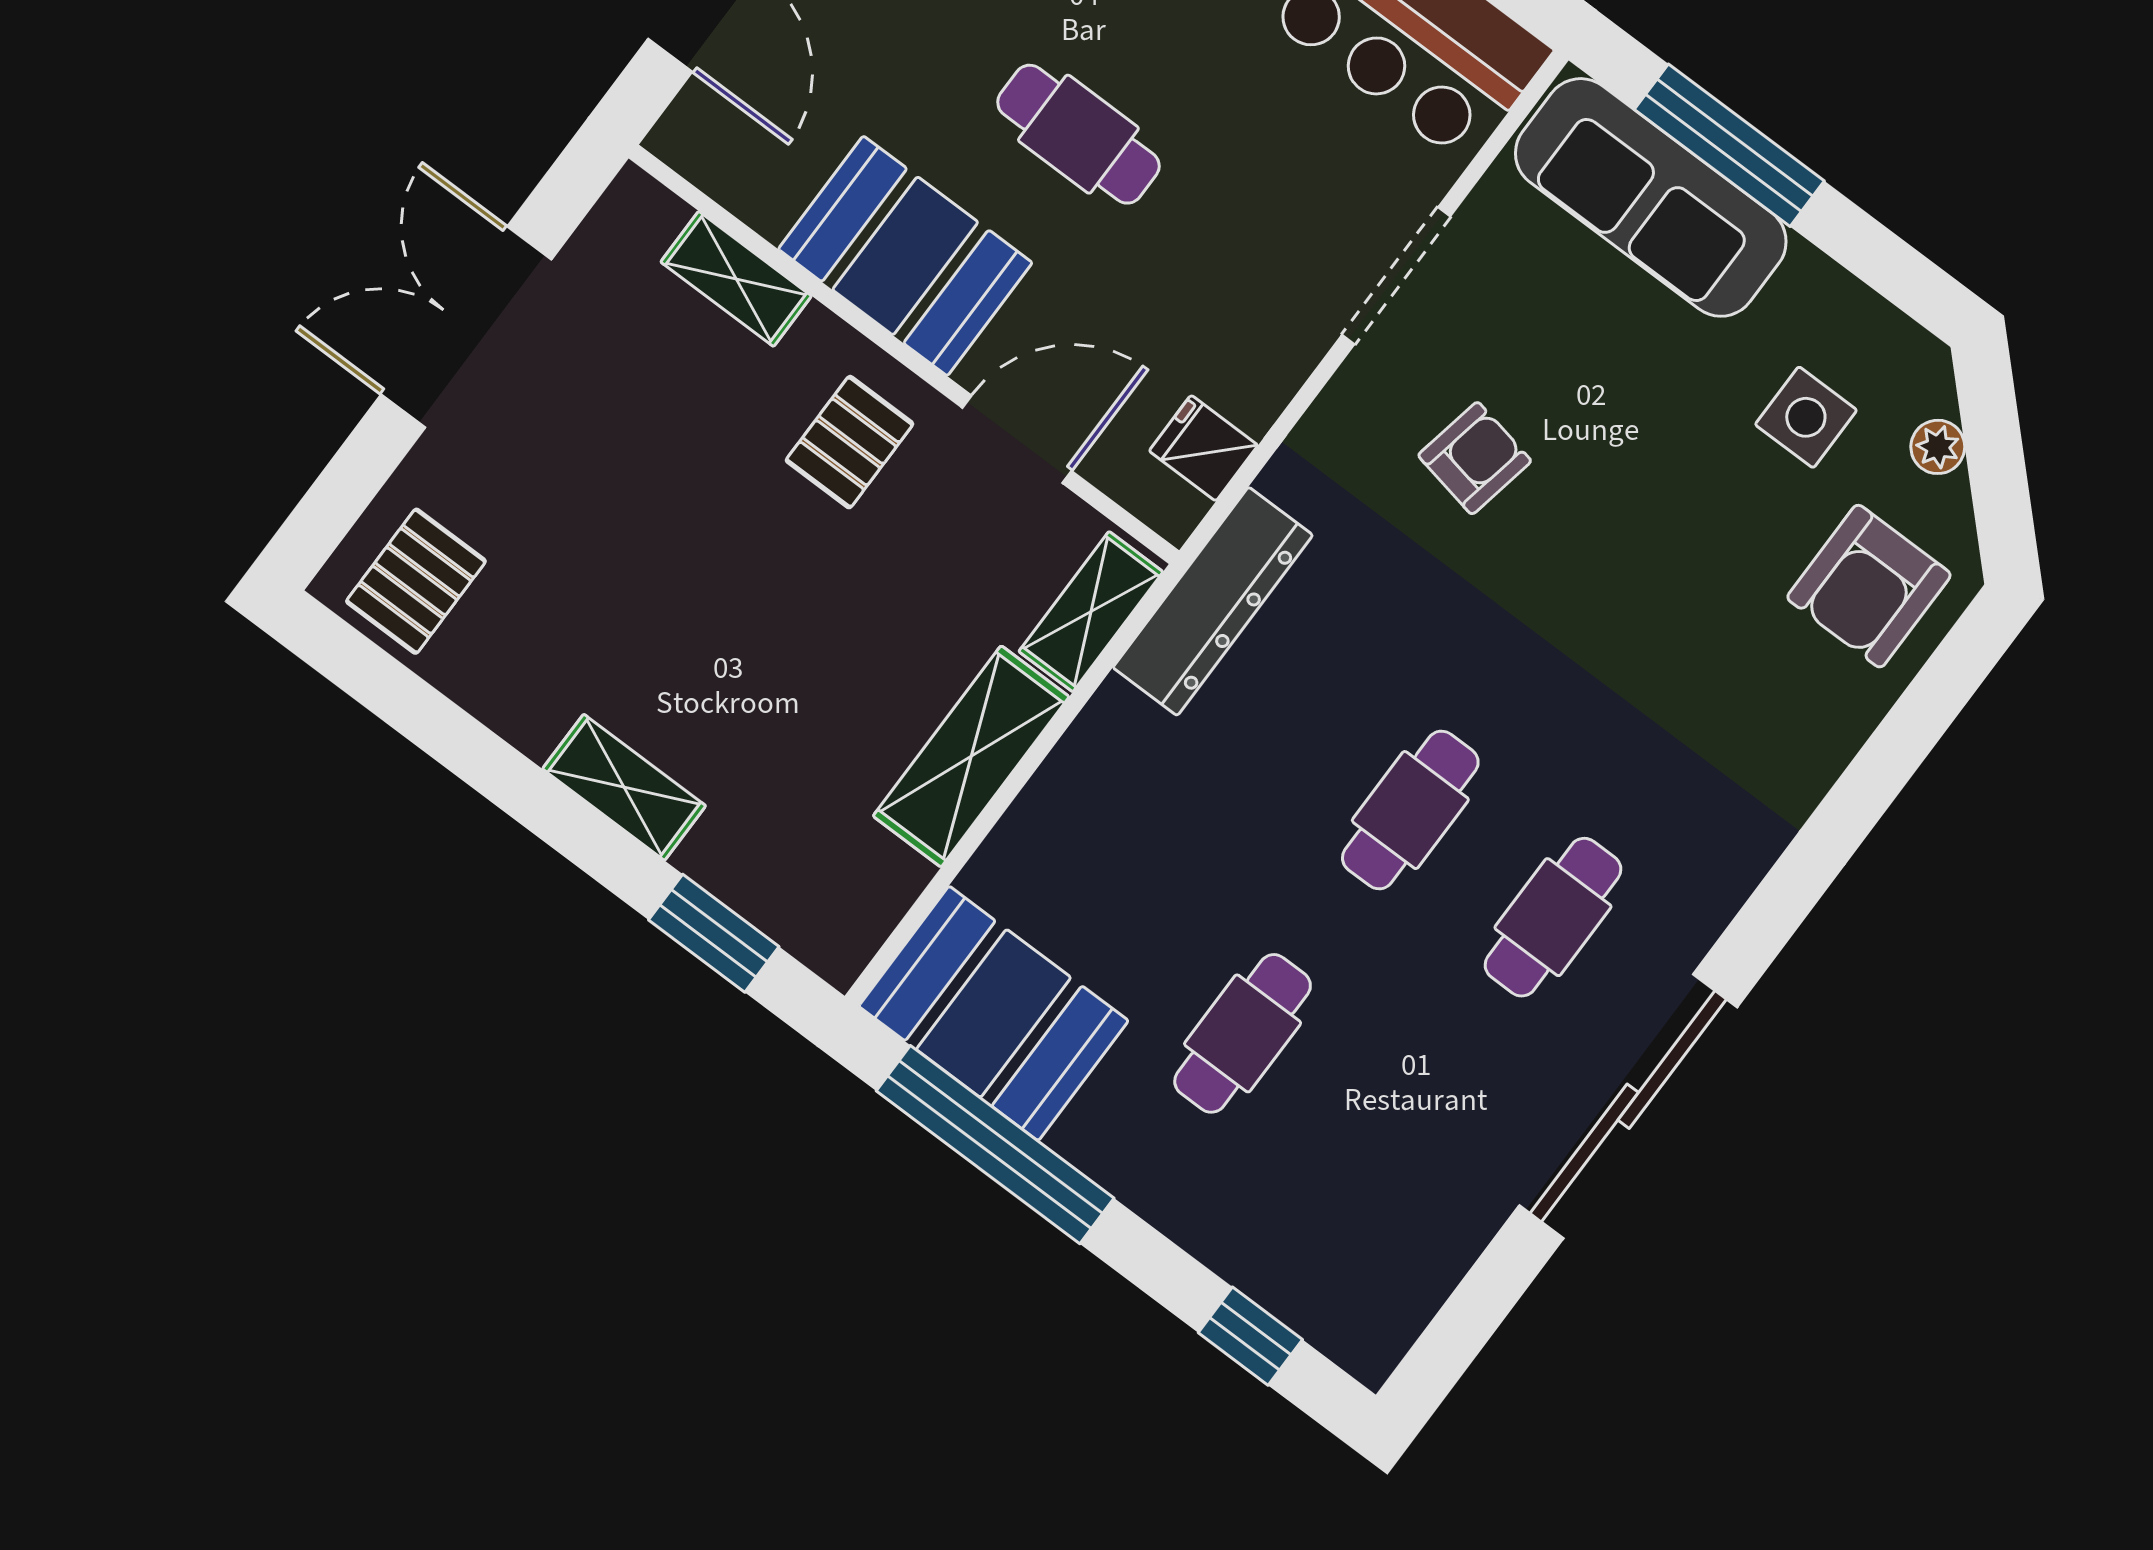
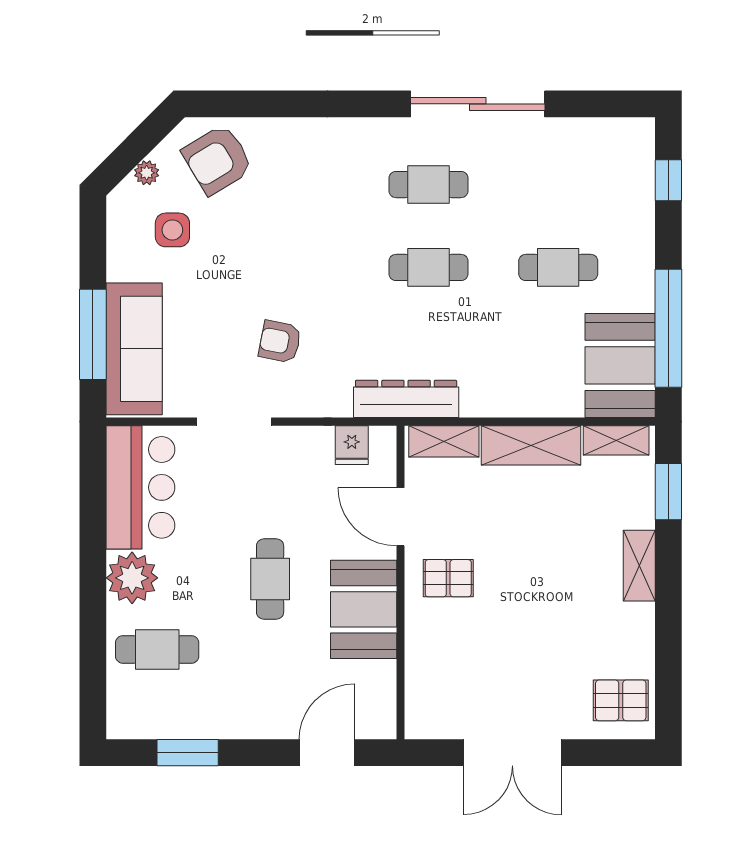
shelving: (736, 279) -> (616, 440), moved, turned 90
armchair: (1869, 586) -> (218, 160), turned 149

